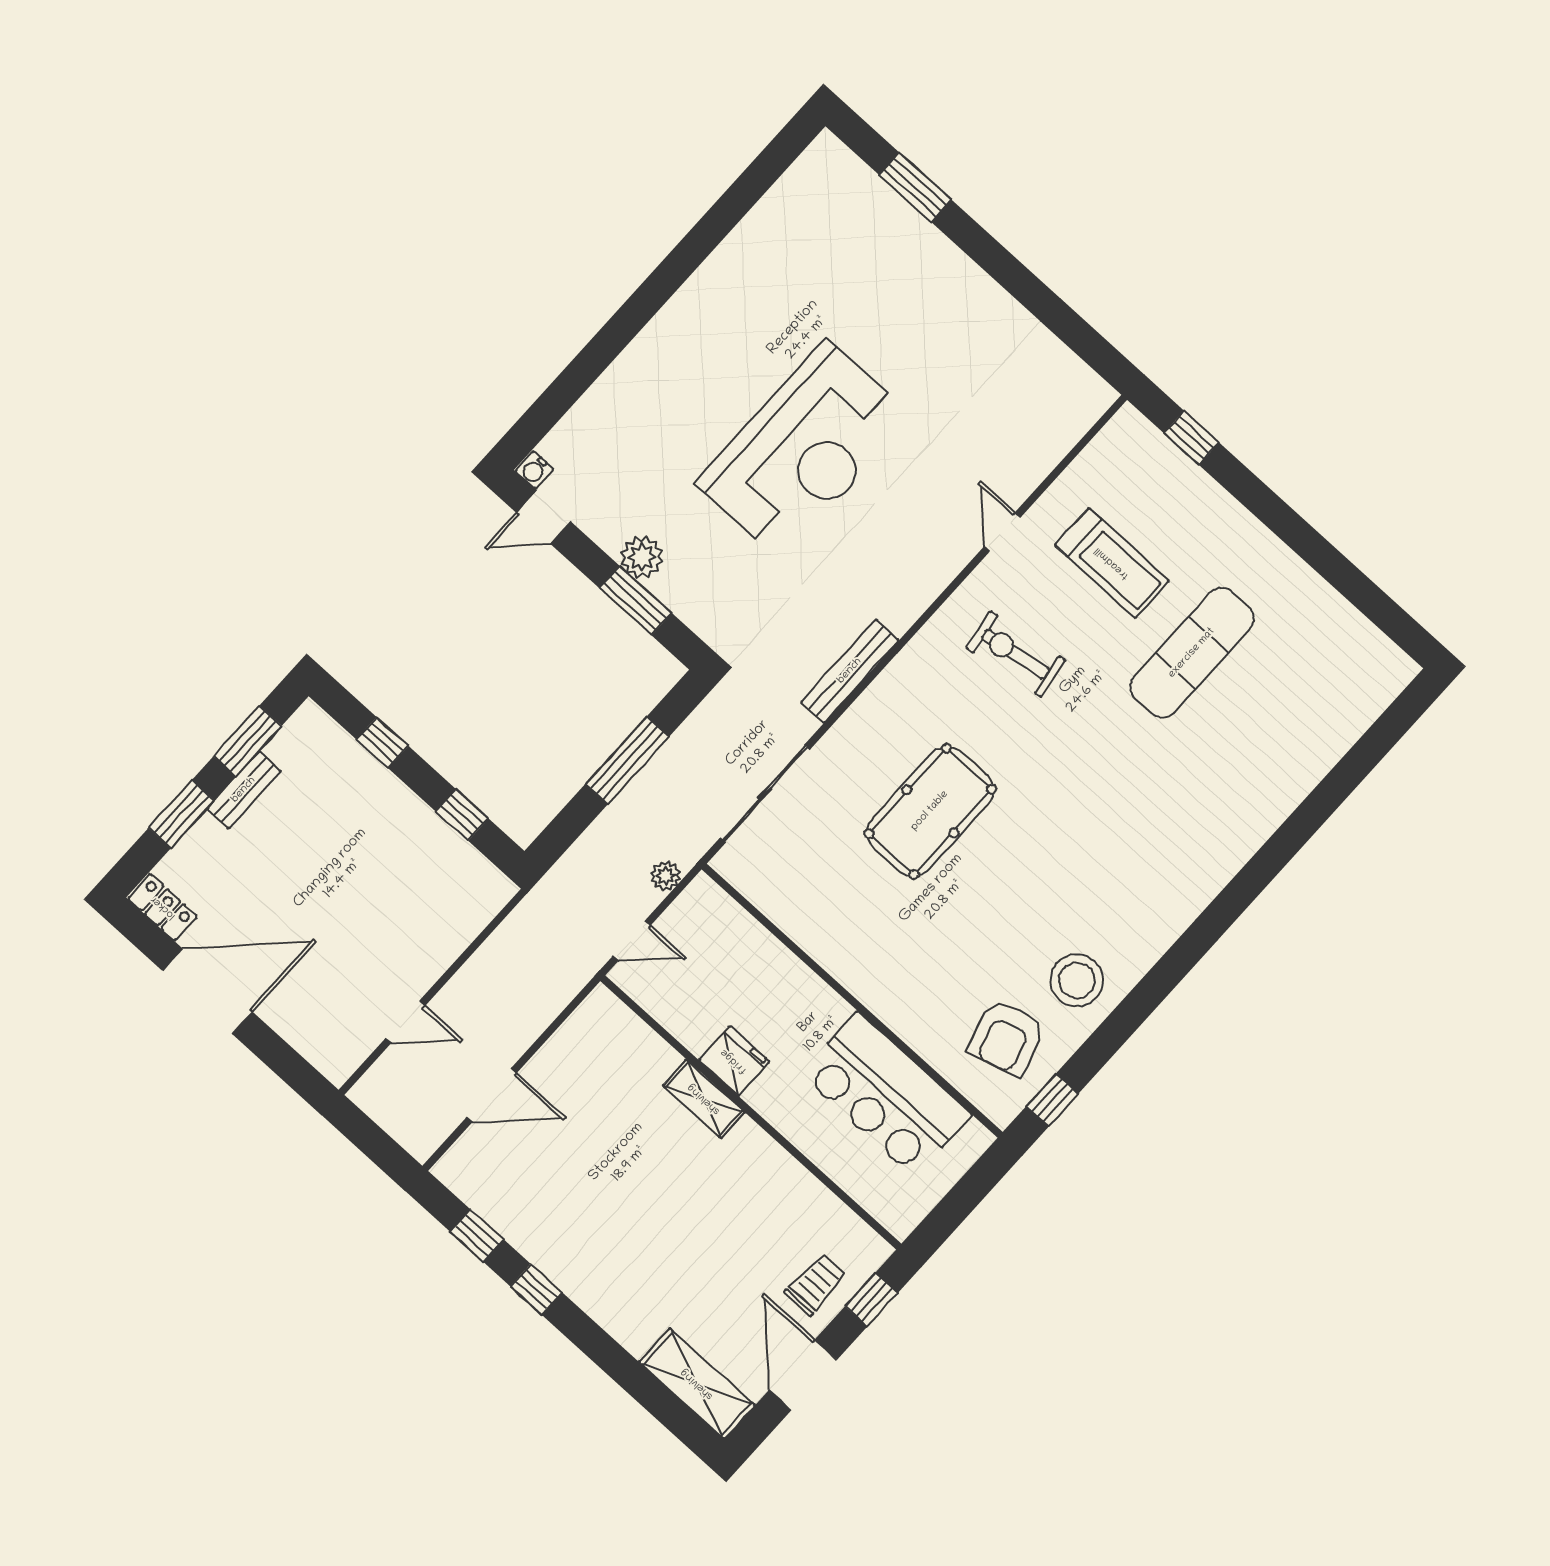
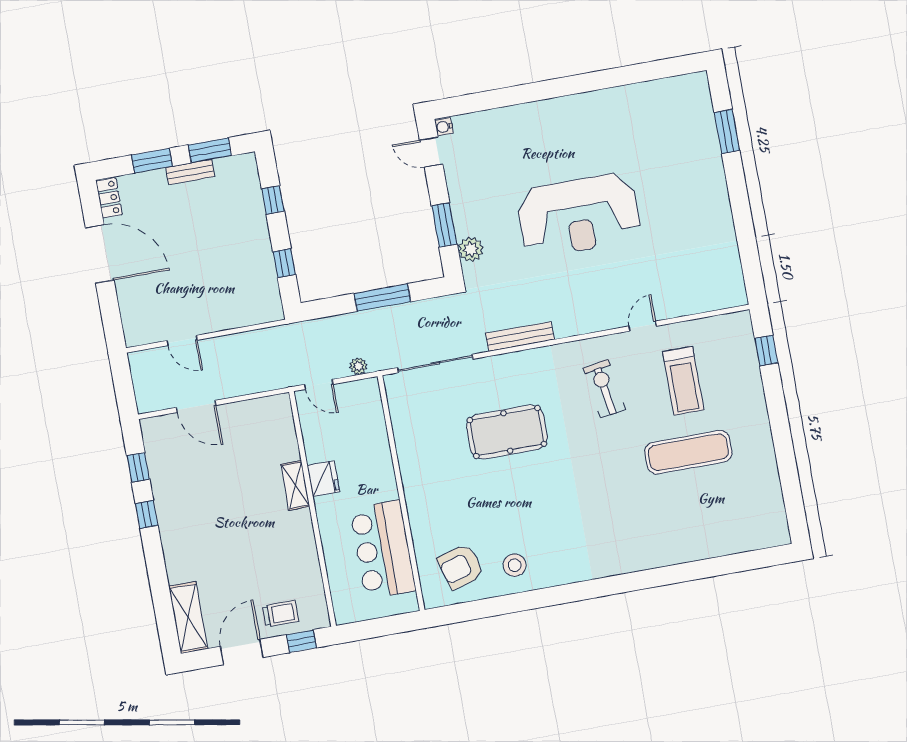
plant: (642, 557) -> (471, 249), moved
stool: (1077, 980) -> (515, 565), width x0.73, depth x0.73
window: (1052, 1100) -> (459, 613), removed

